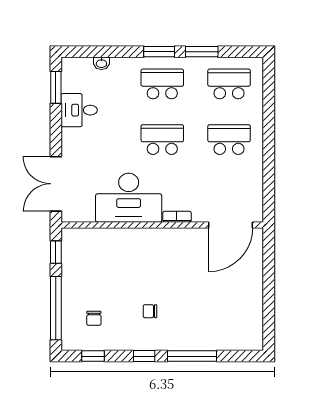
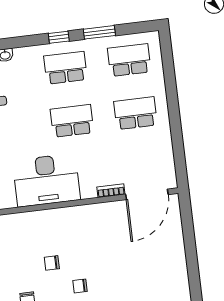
window: (159, 52) -> (59, 37), width x0.67
bookcase: (177, 217) -> (111, 191), moved
chair: (124, 284) -> (52, 263), added

